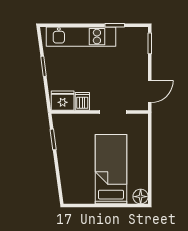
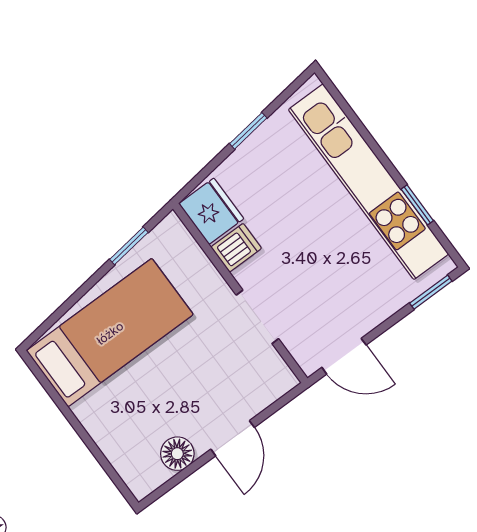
kitchen unit: (81, 37) -> (368, 182), width x1.36
door: (150, 153) -> (233, 438), added
bed: (111, 169) -> (110, 333), moved
floor lamp: (141, 197) -> (177, 454), moved

